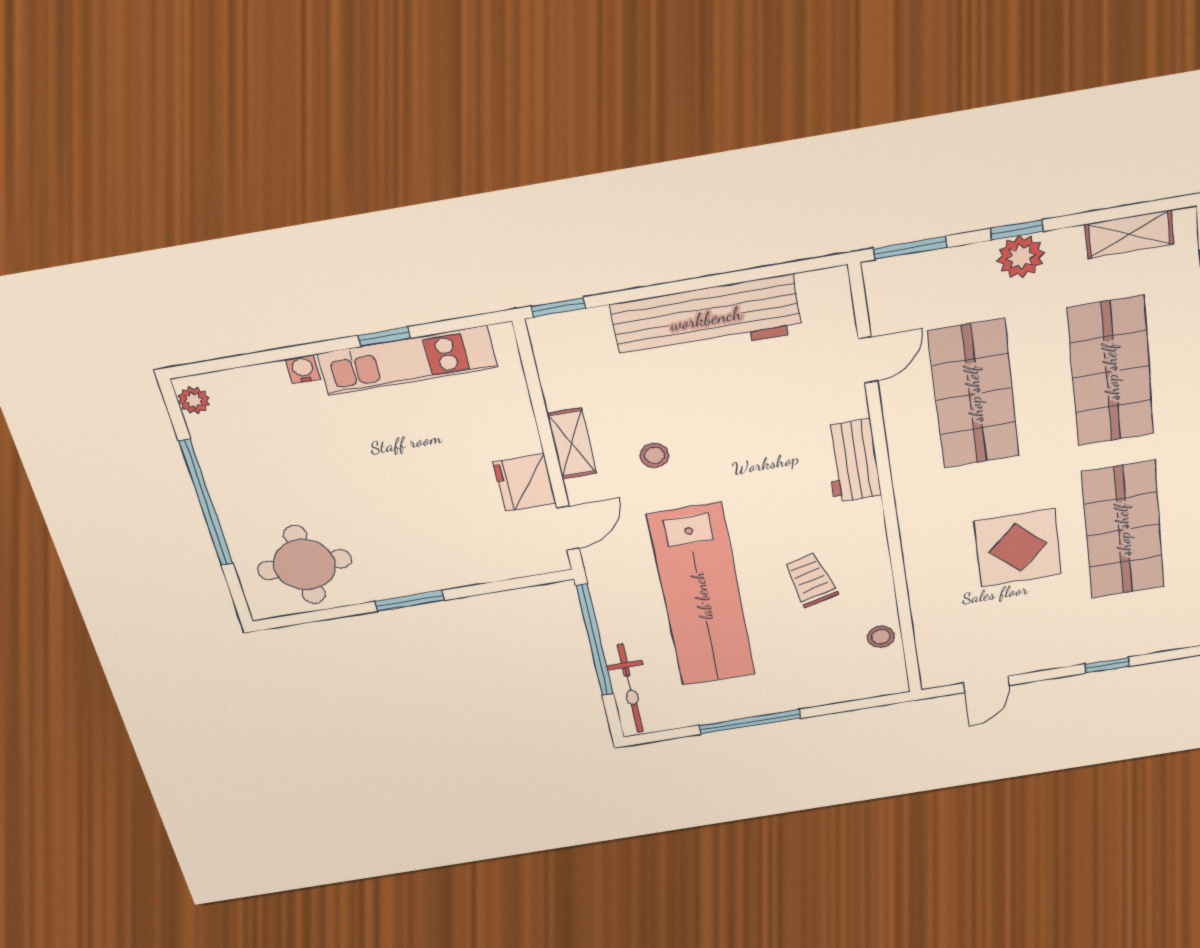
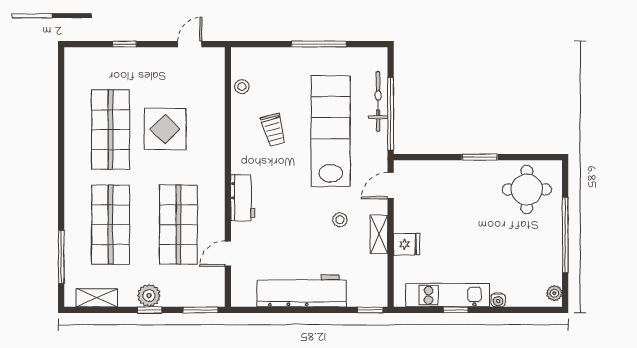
fridge: (525, 483) -> (407, 244), moved, width x0.72
bicycle: (630, 689) -> (378, 101), moved

